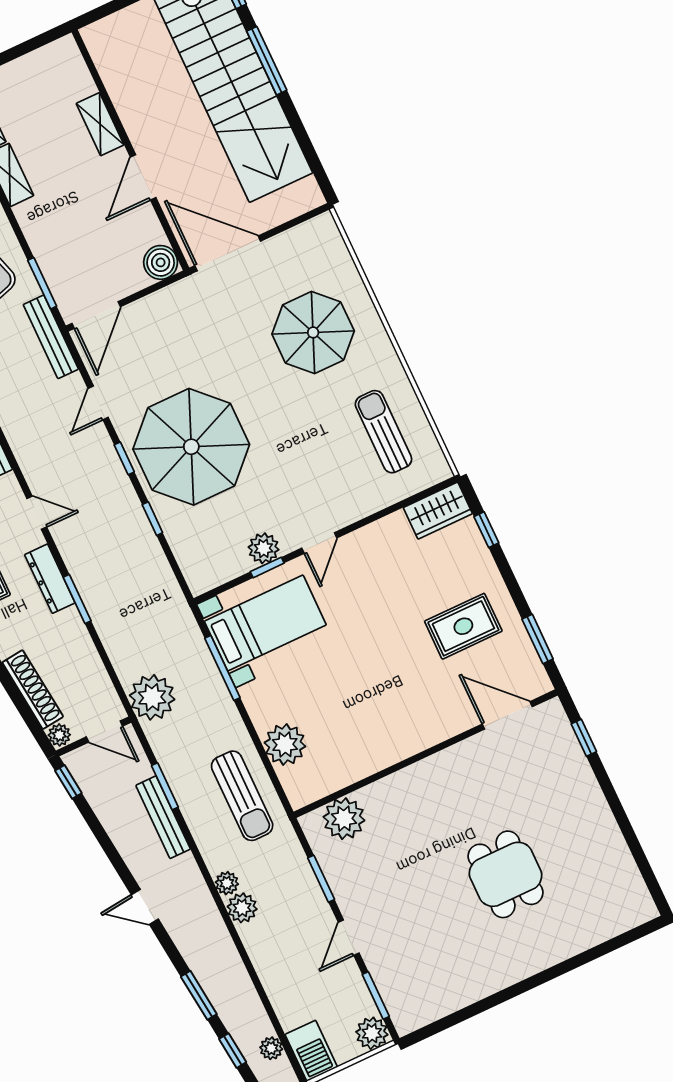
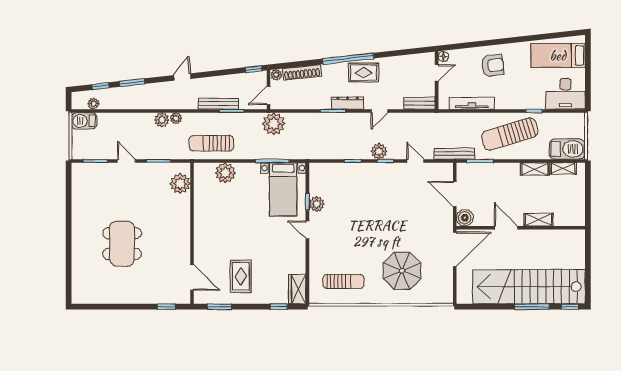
door: (96, 315) -> (455, 194), moved
parasol: (191, 447) -> (377, 193), removed
door: (507, 715) -> (192, 277), hinge flipped
dining table: (506, 874) -> (122, 244), width x1.38
plant: (372, 1033) -> (379, 151), moved

